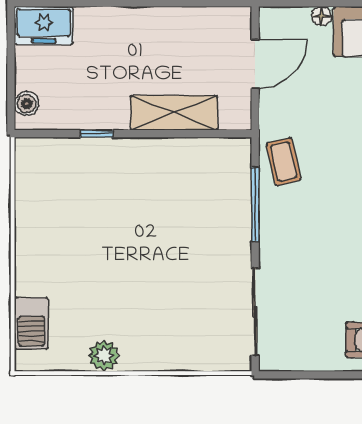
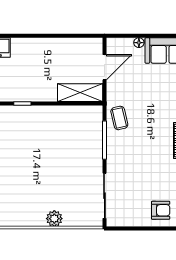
shelving: (174, 113) -> (80, 93), moved
plant: (104, 356) -> (54, 219), moved

